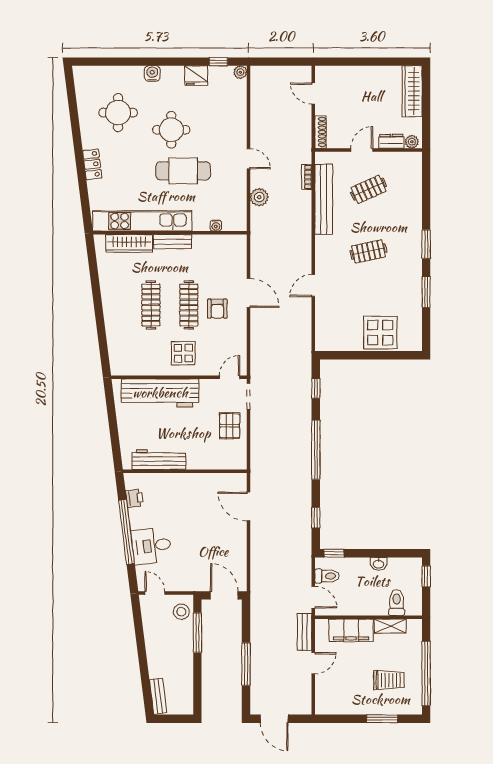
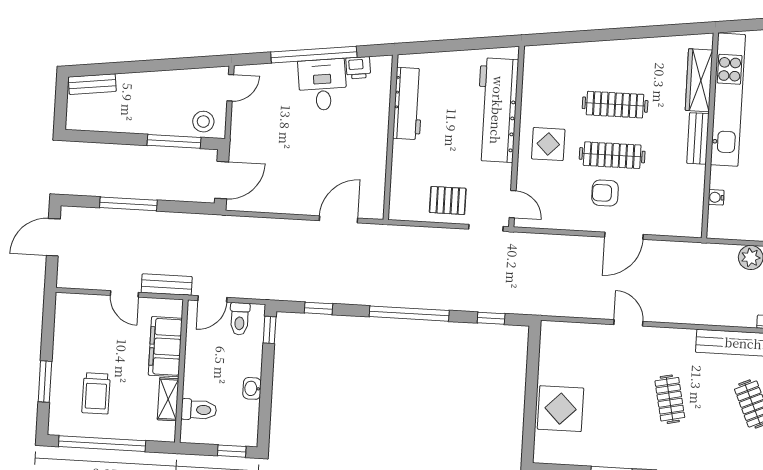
desk: (151, 546) -> (322, 85), moved

